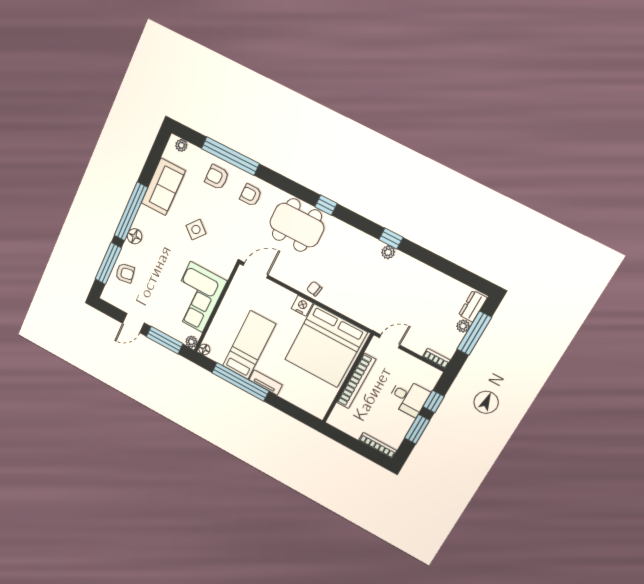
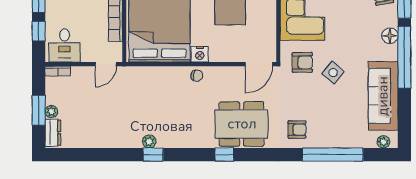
armchair: (217, 177) -> (302, 62), moved
sofa: (163, 187) -> (383, 96), width x1.36
window: (474, 333) -> (39, 110), width x0.69
desk: (409, 397) -> (65, 45), moved, turned -90

